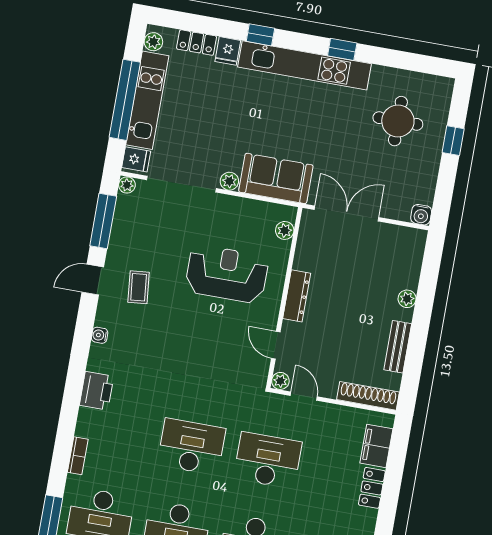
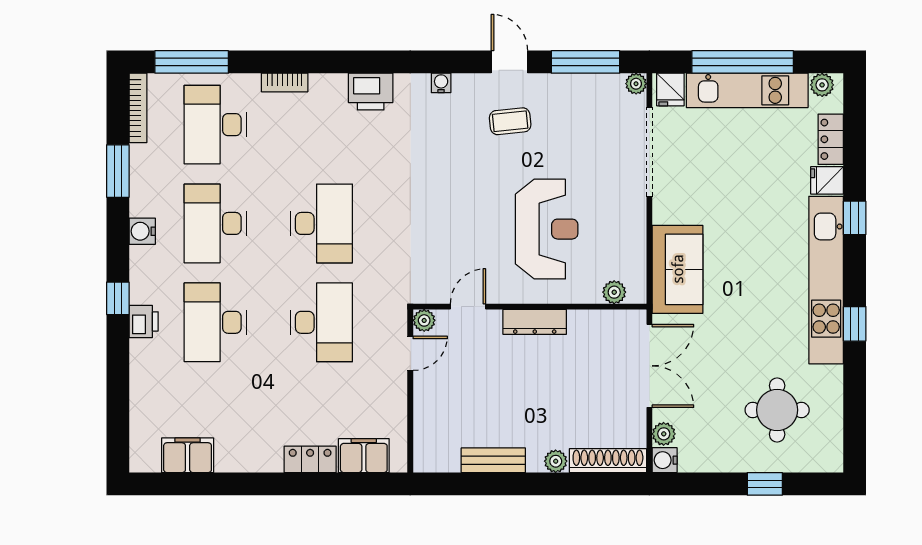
plant: (229, 181) -> (664, 434), moved
shoe rack: (368, 396) -> (608, 461), moved, turned -90

